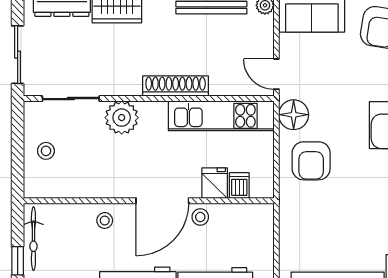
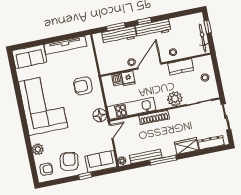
door: (276, 74) -> (111, 132), hinge flipped
armchair: (311, 161) -> (83, 86), moved, turned -90
kitchen counter: (95, 185) -> (181, 67), added

